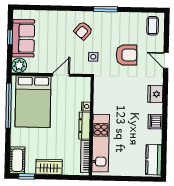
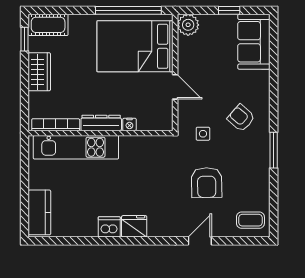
sofa: (23, 38) -> (254, 42), moved, turned 90
fridge: (155, 94) -> (134, 226), moved
kitchen counter: (154, 160) -> (39, 212), moved, turned 90

